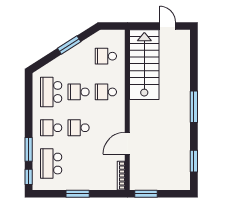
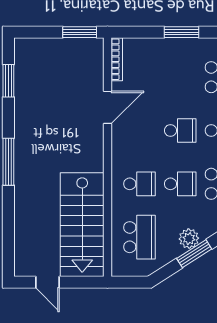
plant: (73, 55) -> (189, 239), added
school desk: (106, 56) -> (139, 237), width x1.85

